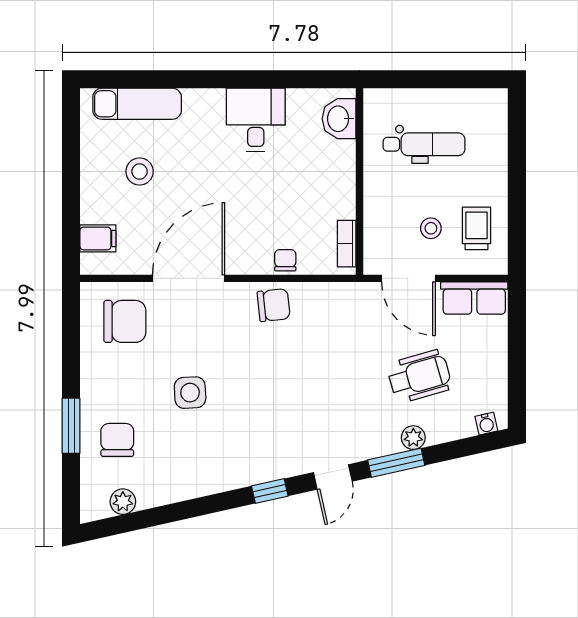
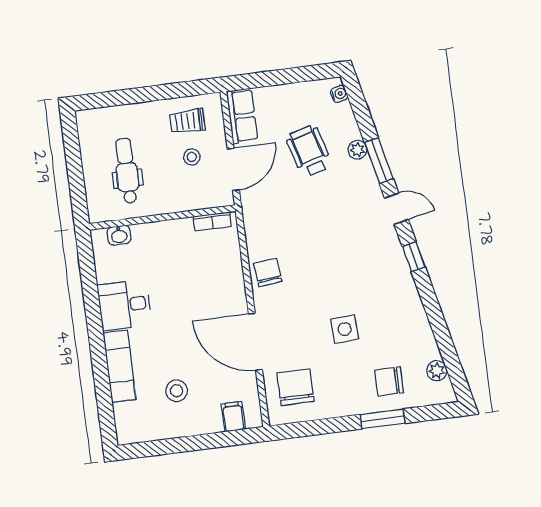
exam couch: (137, 104) -> (119, 366), moved
washbasin: (339, 119) -> (119, 235), width x0.72, depth x0.69
chair: (285, 260) -> (231, 268), removed

